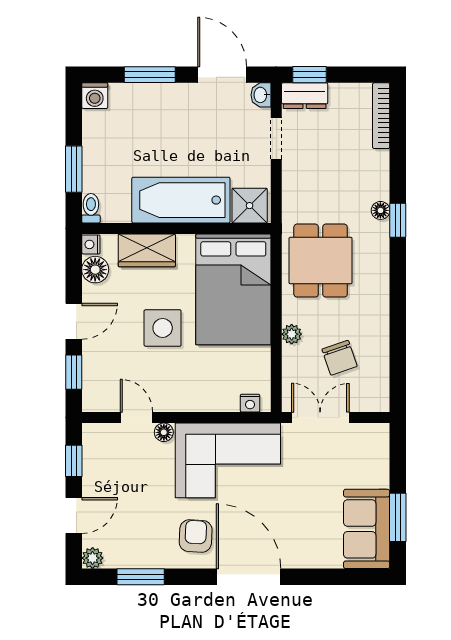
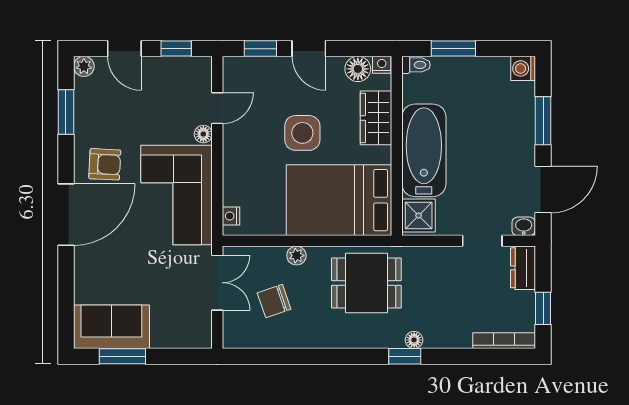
window: (309, 75) -> (543, 308), moved

